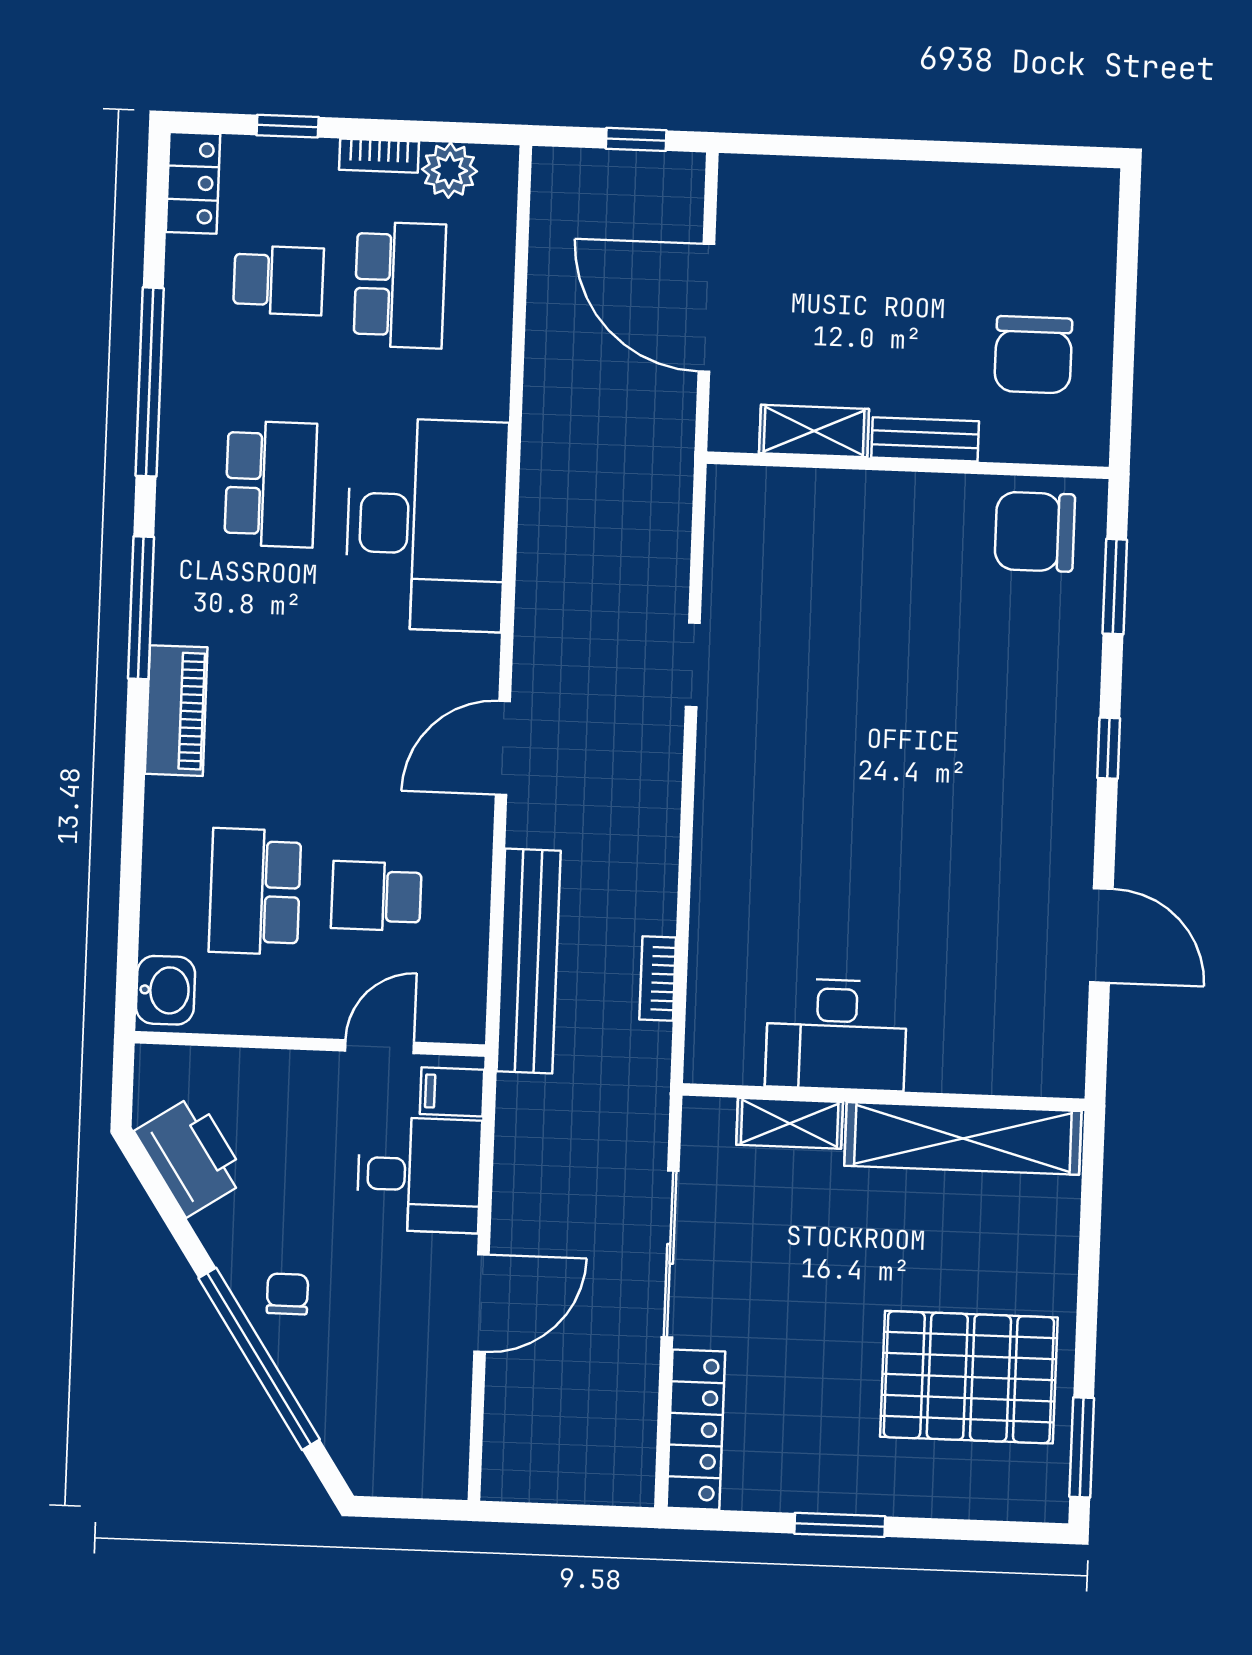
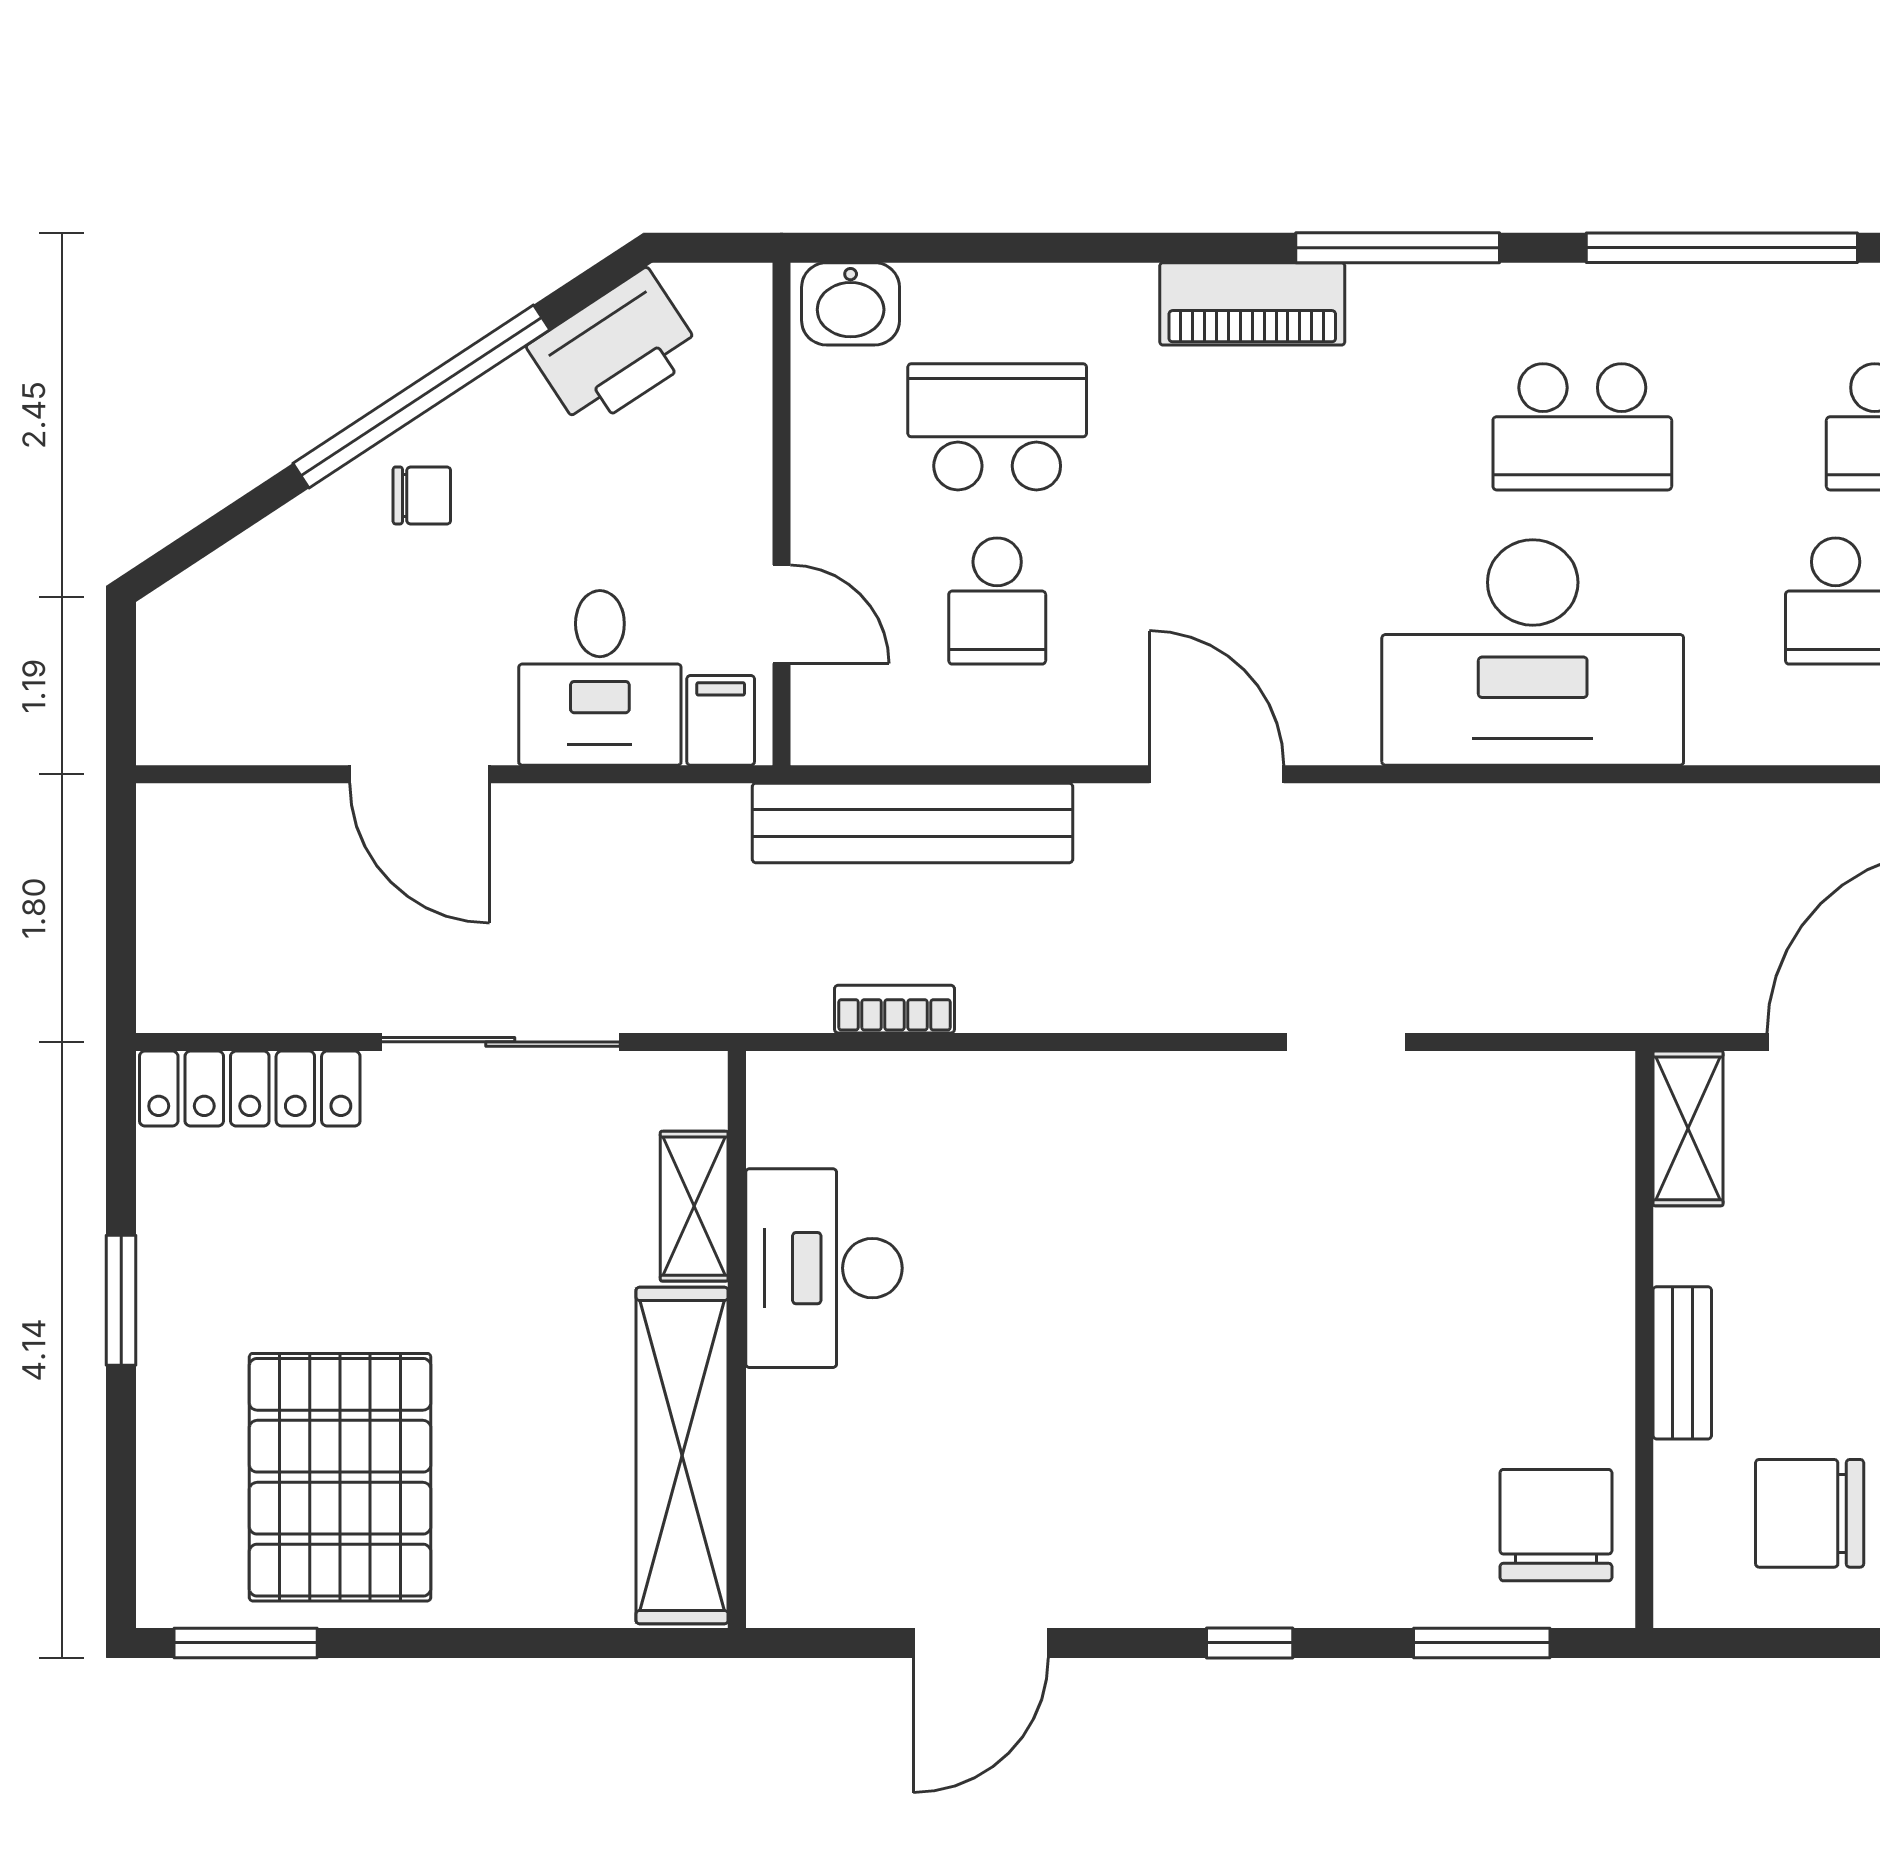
shelving: (814, 431) -> (1688, 1128), moved
school desk: (376, 896) -> (997, 601), turned 180
window: (259, 1359) -> (421, 397), moved

